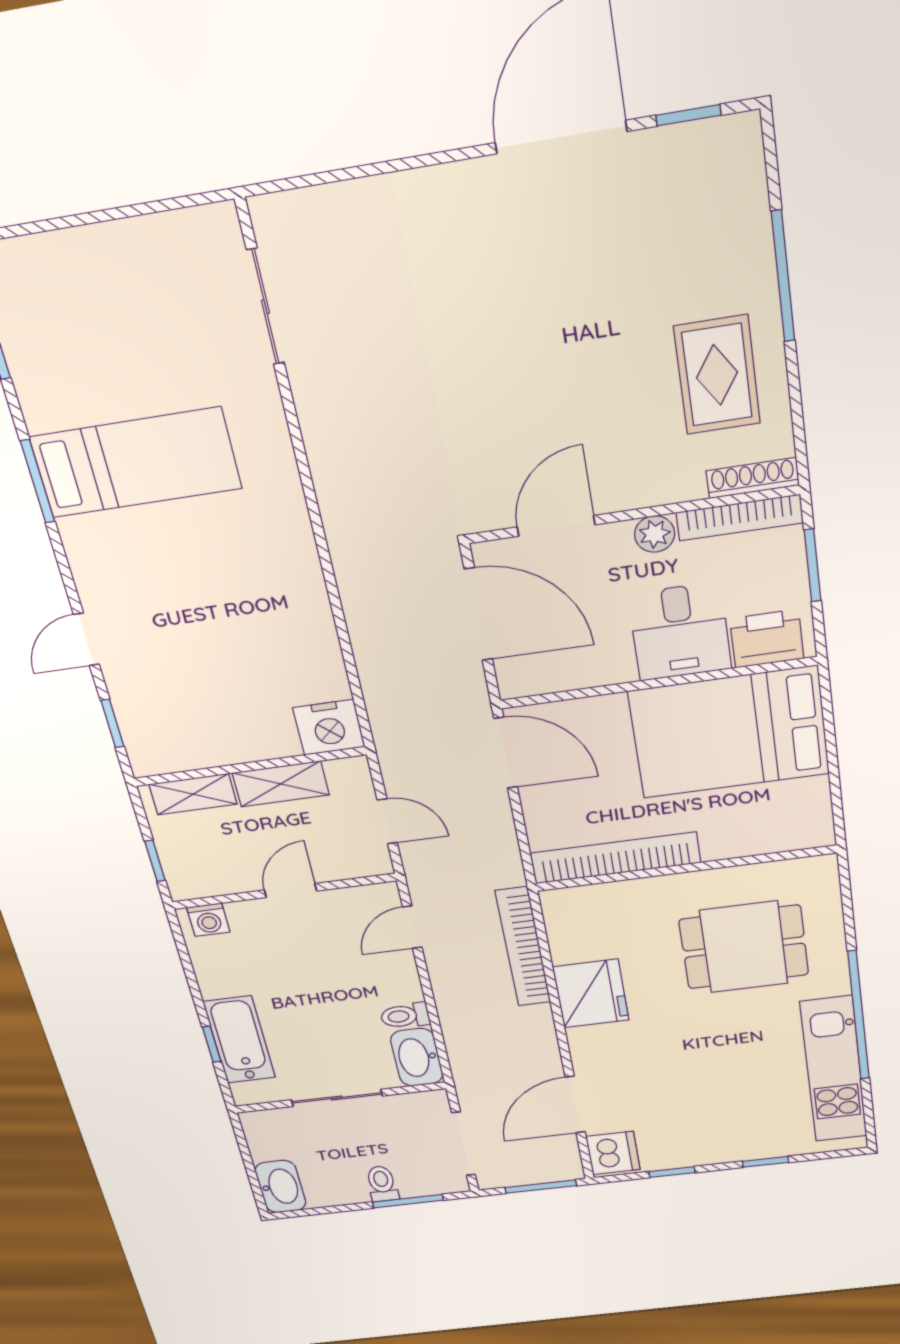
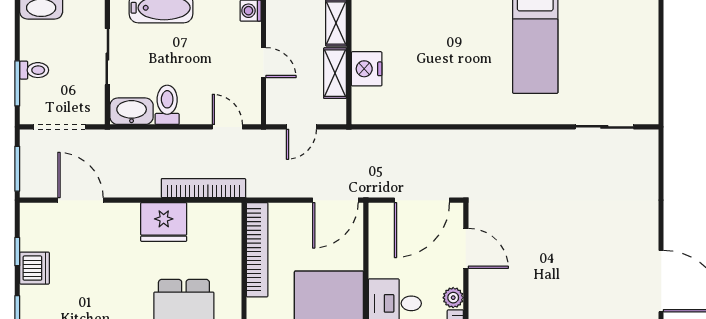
nightstand: (329, 727) -> (367, 69), moved
toilet: (405, 1016) -> (167, 105), width x1.37, depth x1.39
dishwasher: (613, 1153) -> (35, 268), moved, turned -90

